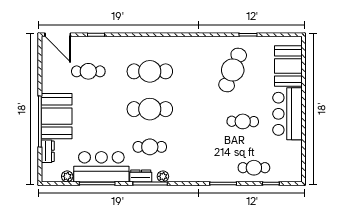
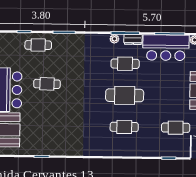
cafe table: (233, 70) -> (55, 127), removed
cafe table: (150, 71) -> (124, 127), width x0.73, depth x0.74

